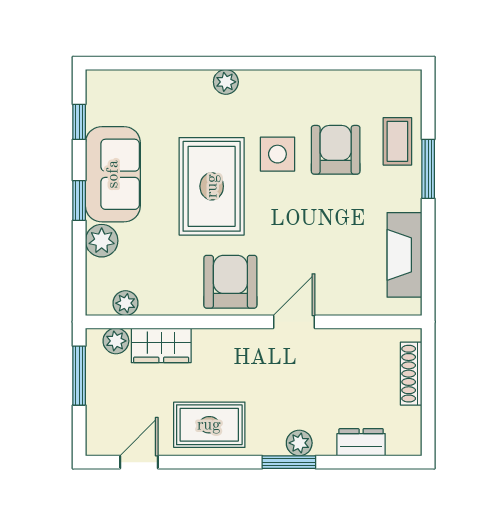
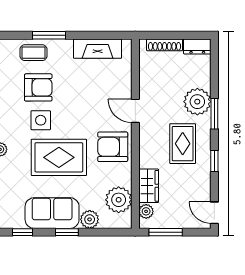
armchair: (336, 150) -> (38, 87), turned 180
plant: (126, 303) -> (119, 200), width x1.88, depth x1.88
rug: (209, 425) -> (183, 144), moved
dresser: (361, 442) -> (197, 46), moved, turned -90
plant: (299, 443) -> (197, 102), width x1.87, depth x1.87
door: (139, 462) -> (214, 213), moved
window: (205, 462) -> (214, 161), added

